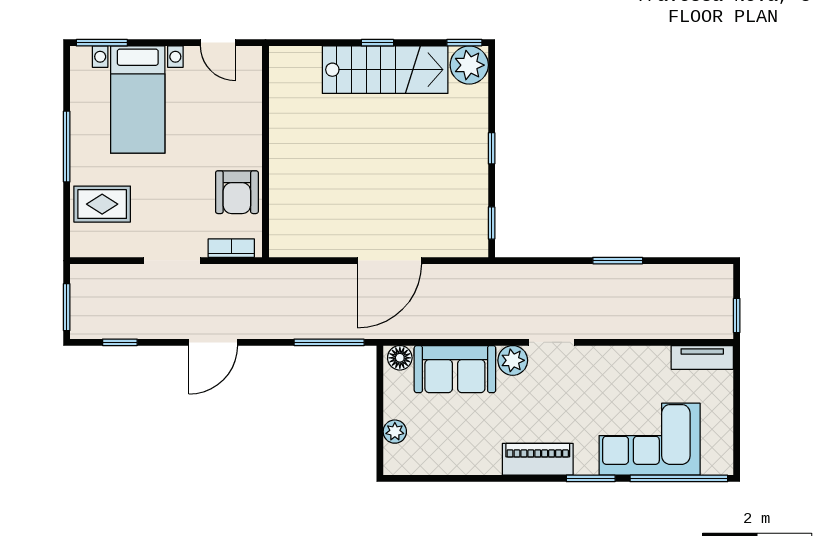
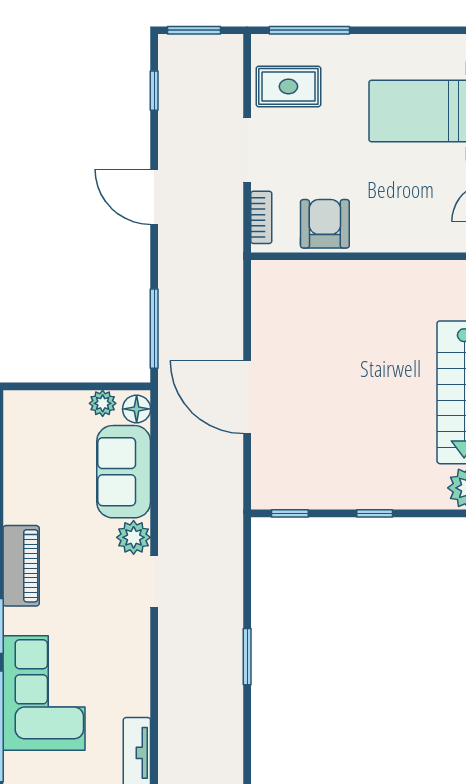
window: (67, 147) -> (309, 30), moved
armchair: (237, 192) -> (325, 224), turned 90
rug: (102, 204) -> (288, 86), moved, turned 90
plant: (395, 432) -> (103, 403), moved

